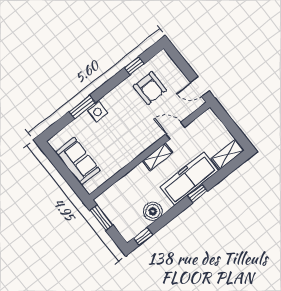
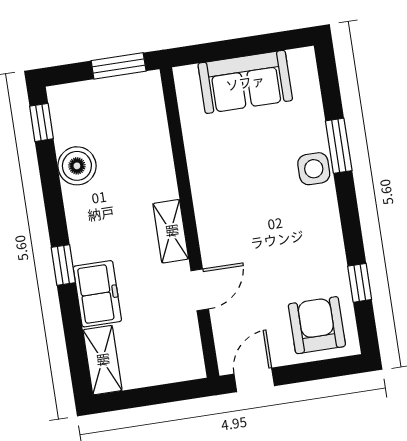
armchair: (150, 88) -> (317, 325), moved, turned 90
freezer: (189, 179) -> (97, 294), width x0.52, depth x0.79

